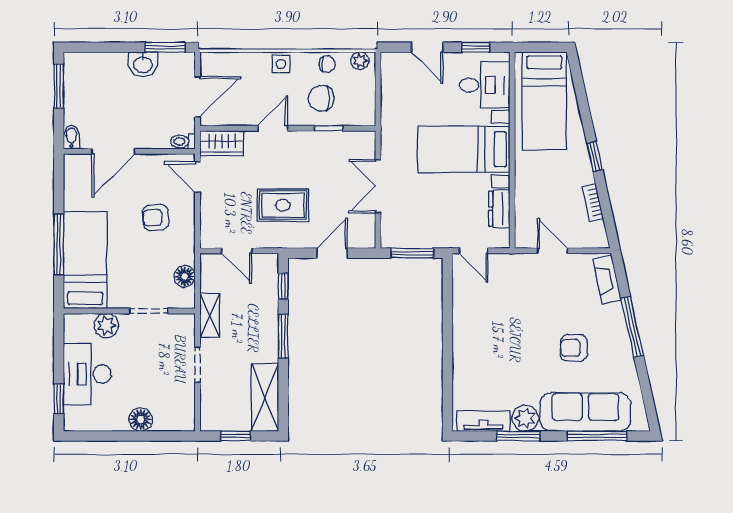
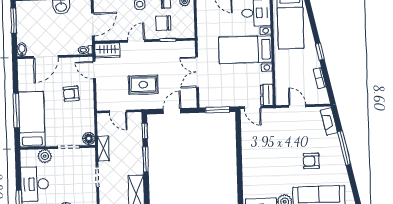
dresser: (499, 209) -> (267, 95), moved
floor lamp: (185, 276) -> (89, 138), moved

